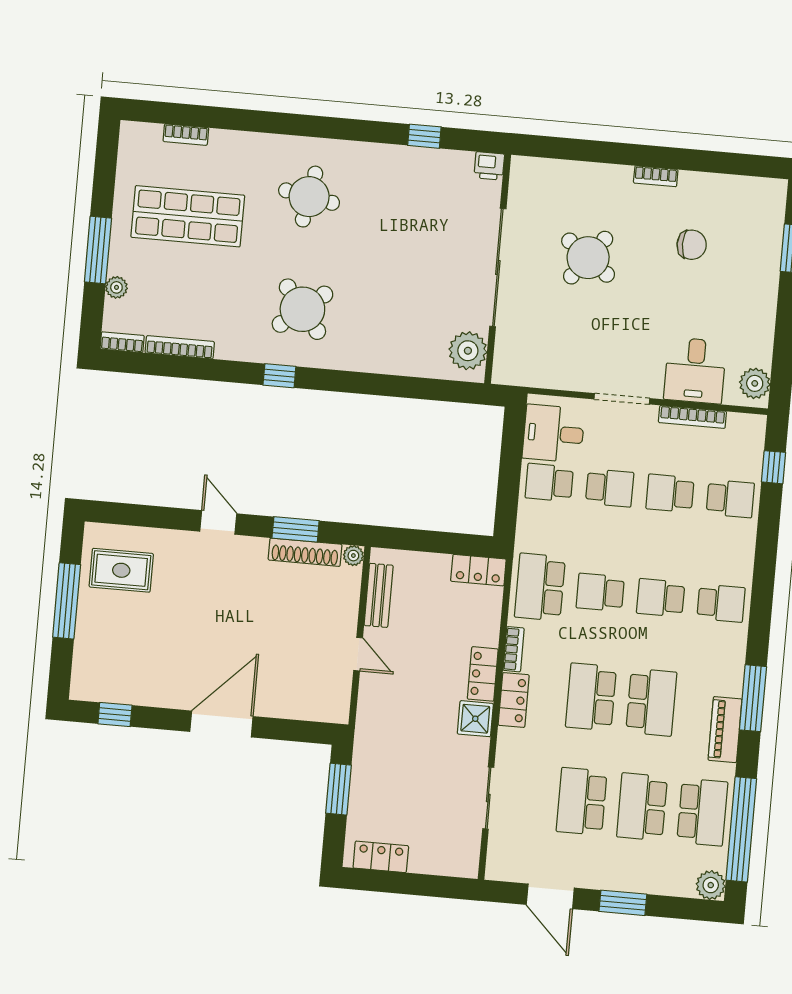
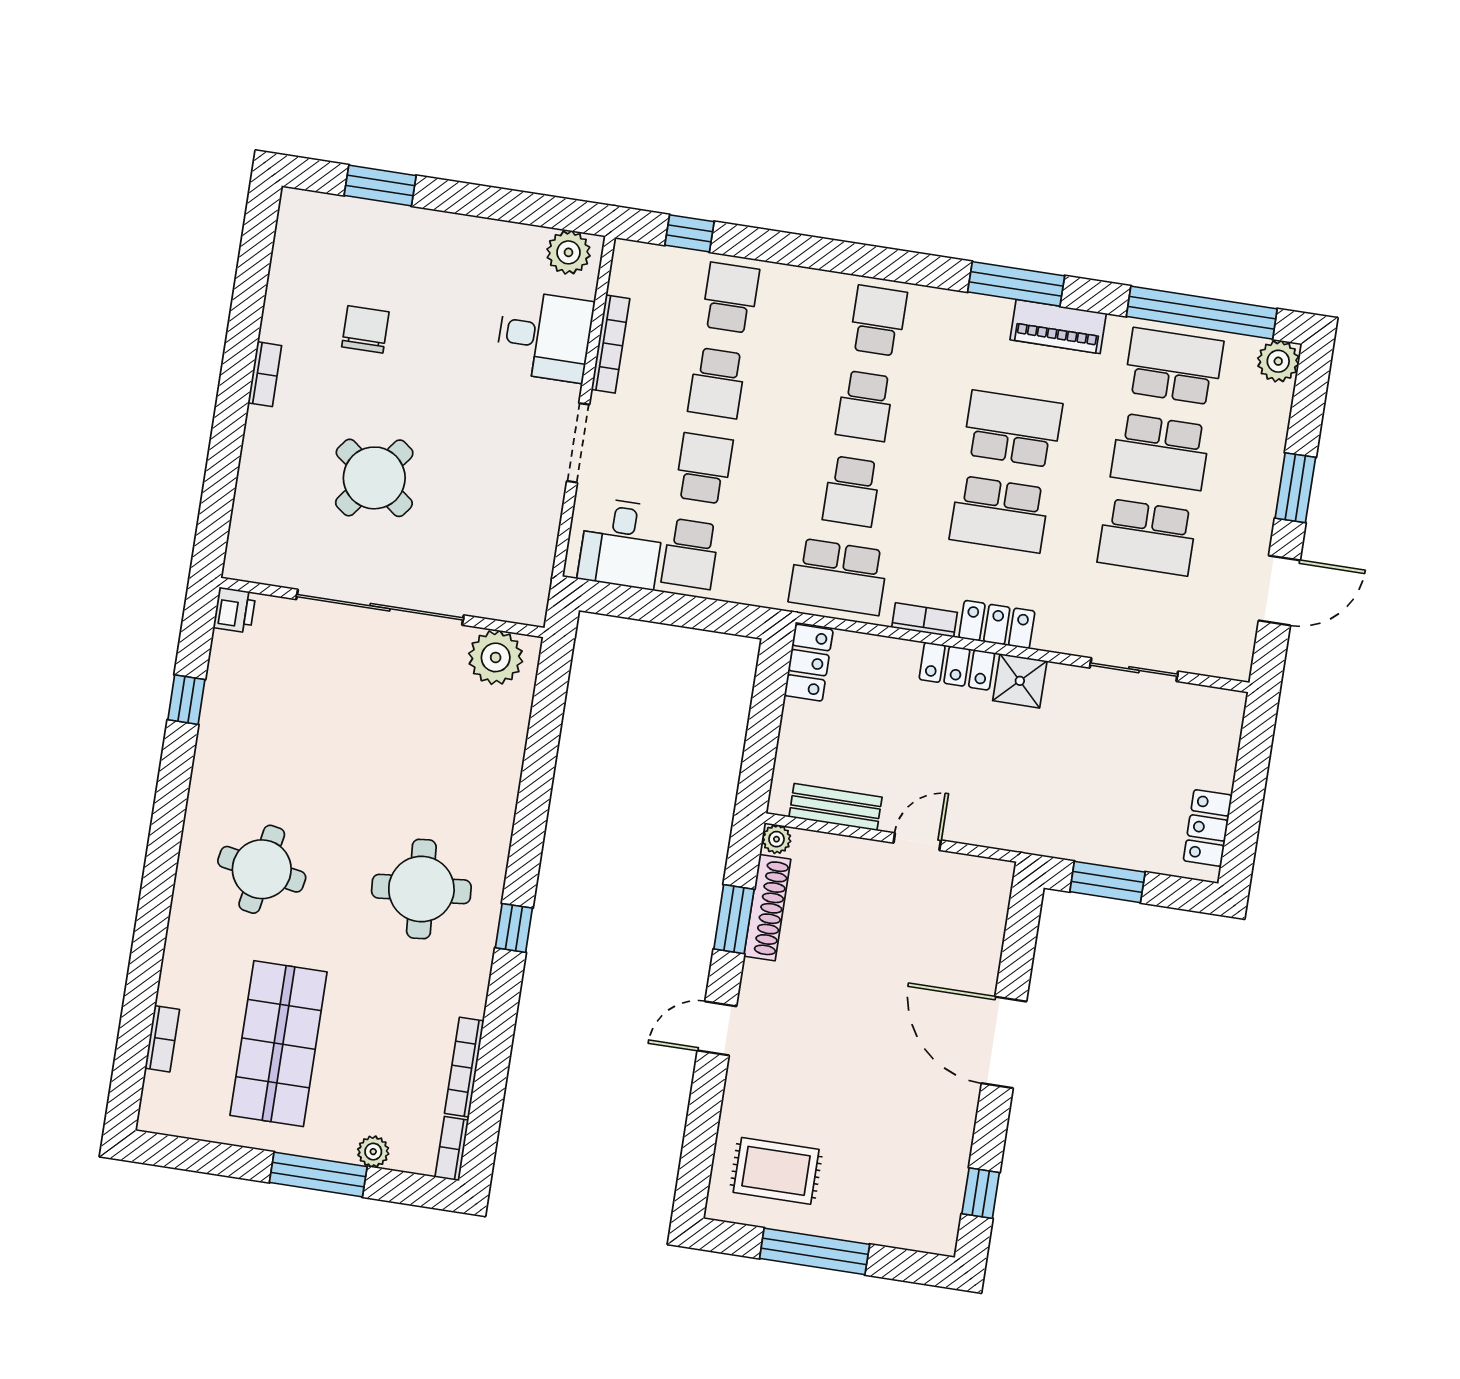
round table: (302, 309) -> (421, 889), turned 34
rug: (121, 570) -> (776, 1171), turned 90

